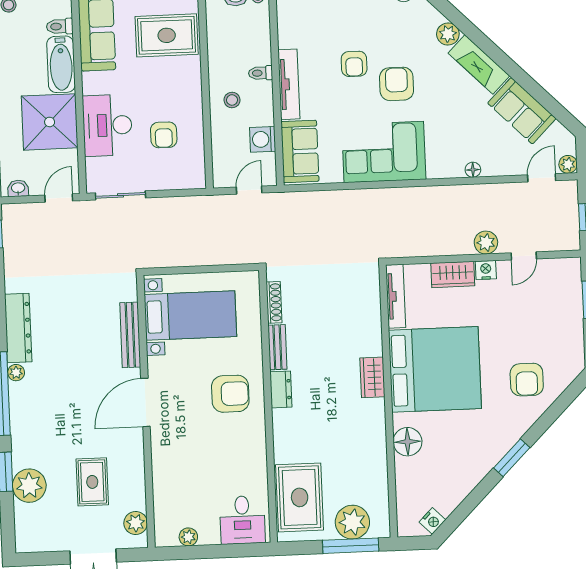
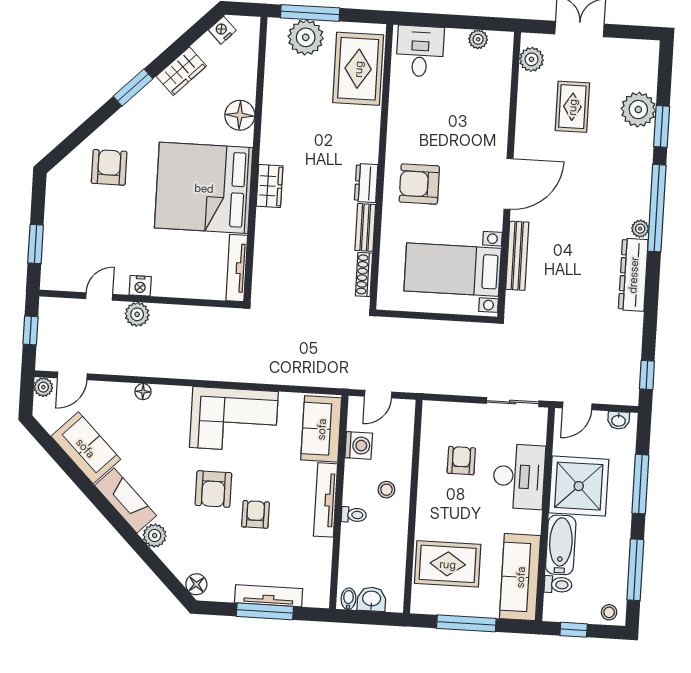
wardrobe: (453, 274) -> (181, 71), moved, turned 135

